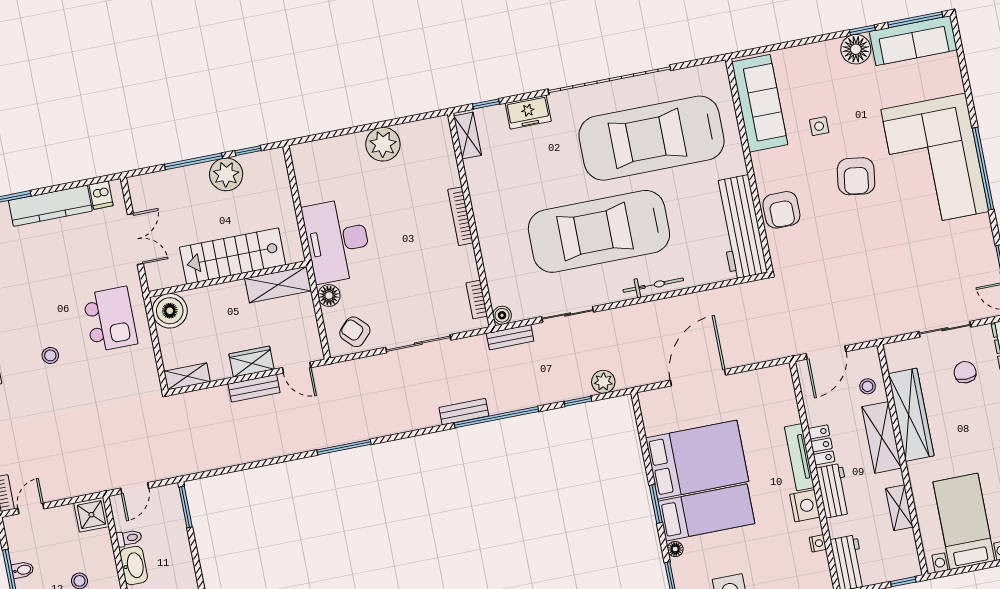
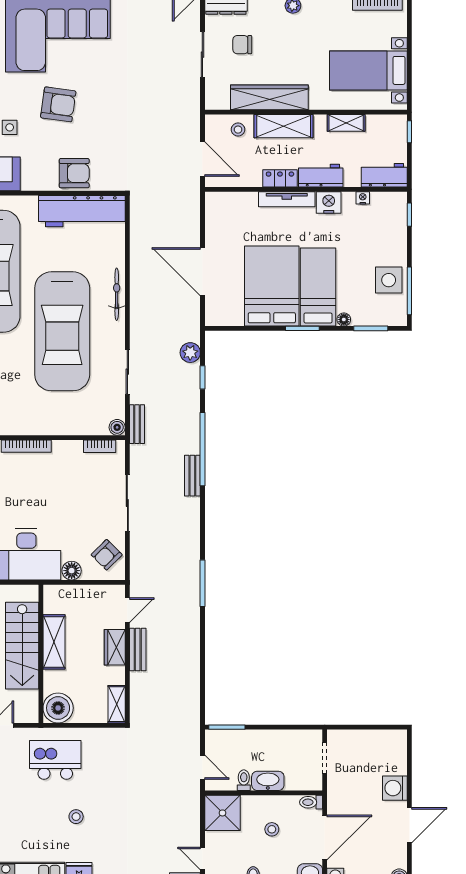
shelving: (278, 285) -> (54, 642), moved
shower: (91, 515) -> (222, 813), width x1.36, depth x1.36

